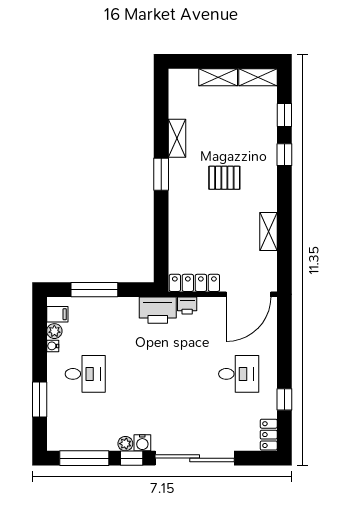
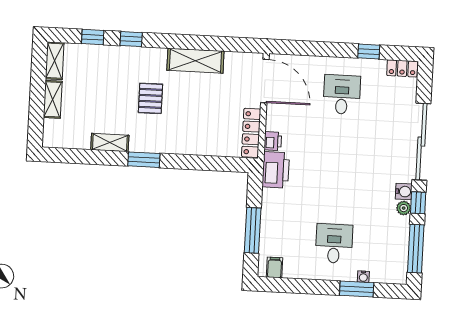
shelving: (268, 231) -> (195, 61), width x1.50, depth x1.33
plant: (54, 331) -> (291, 271), removed
water cooler: (53, 346) -> (363, 277), moved

